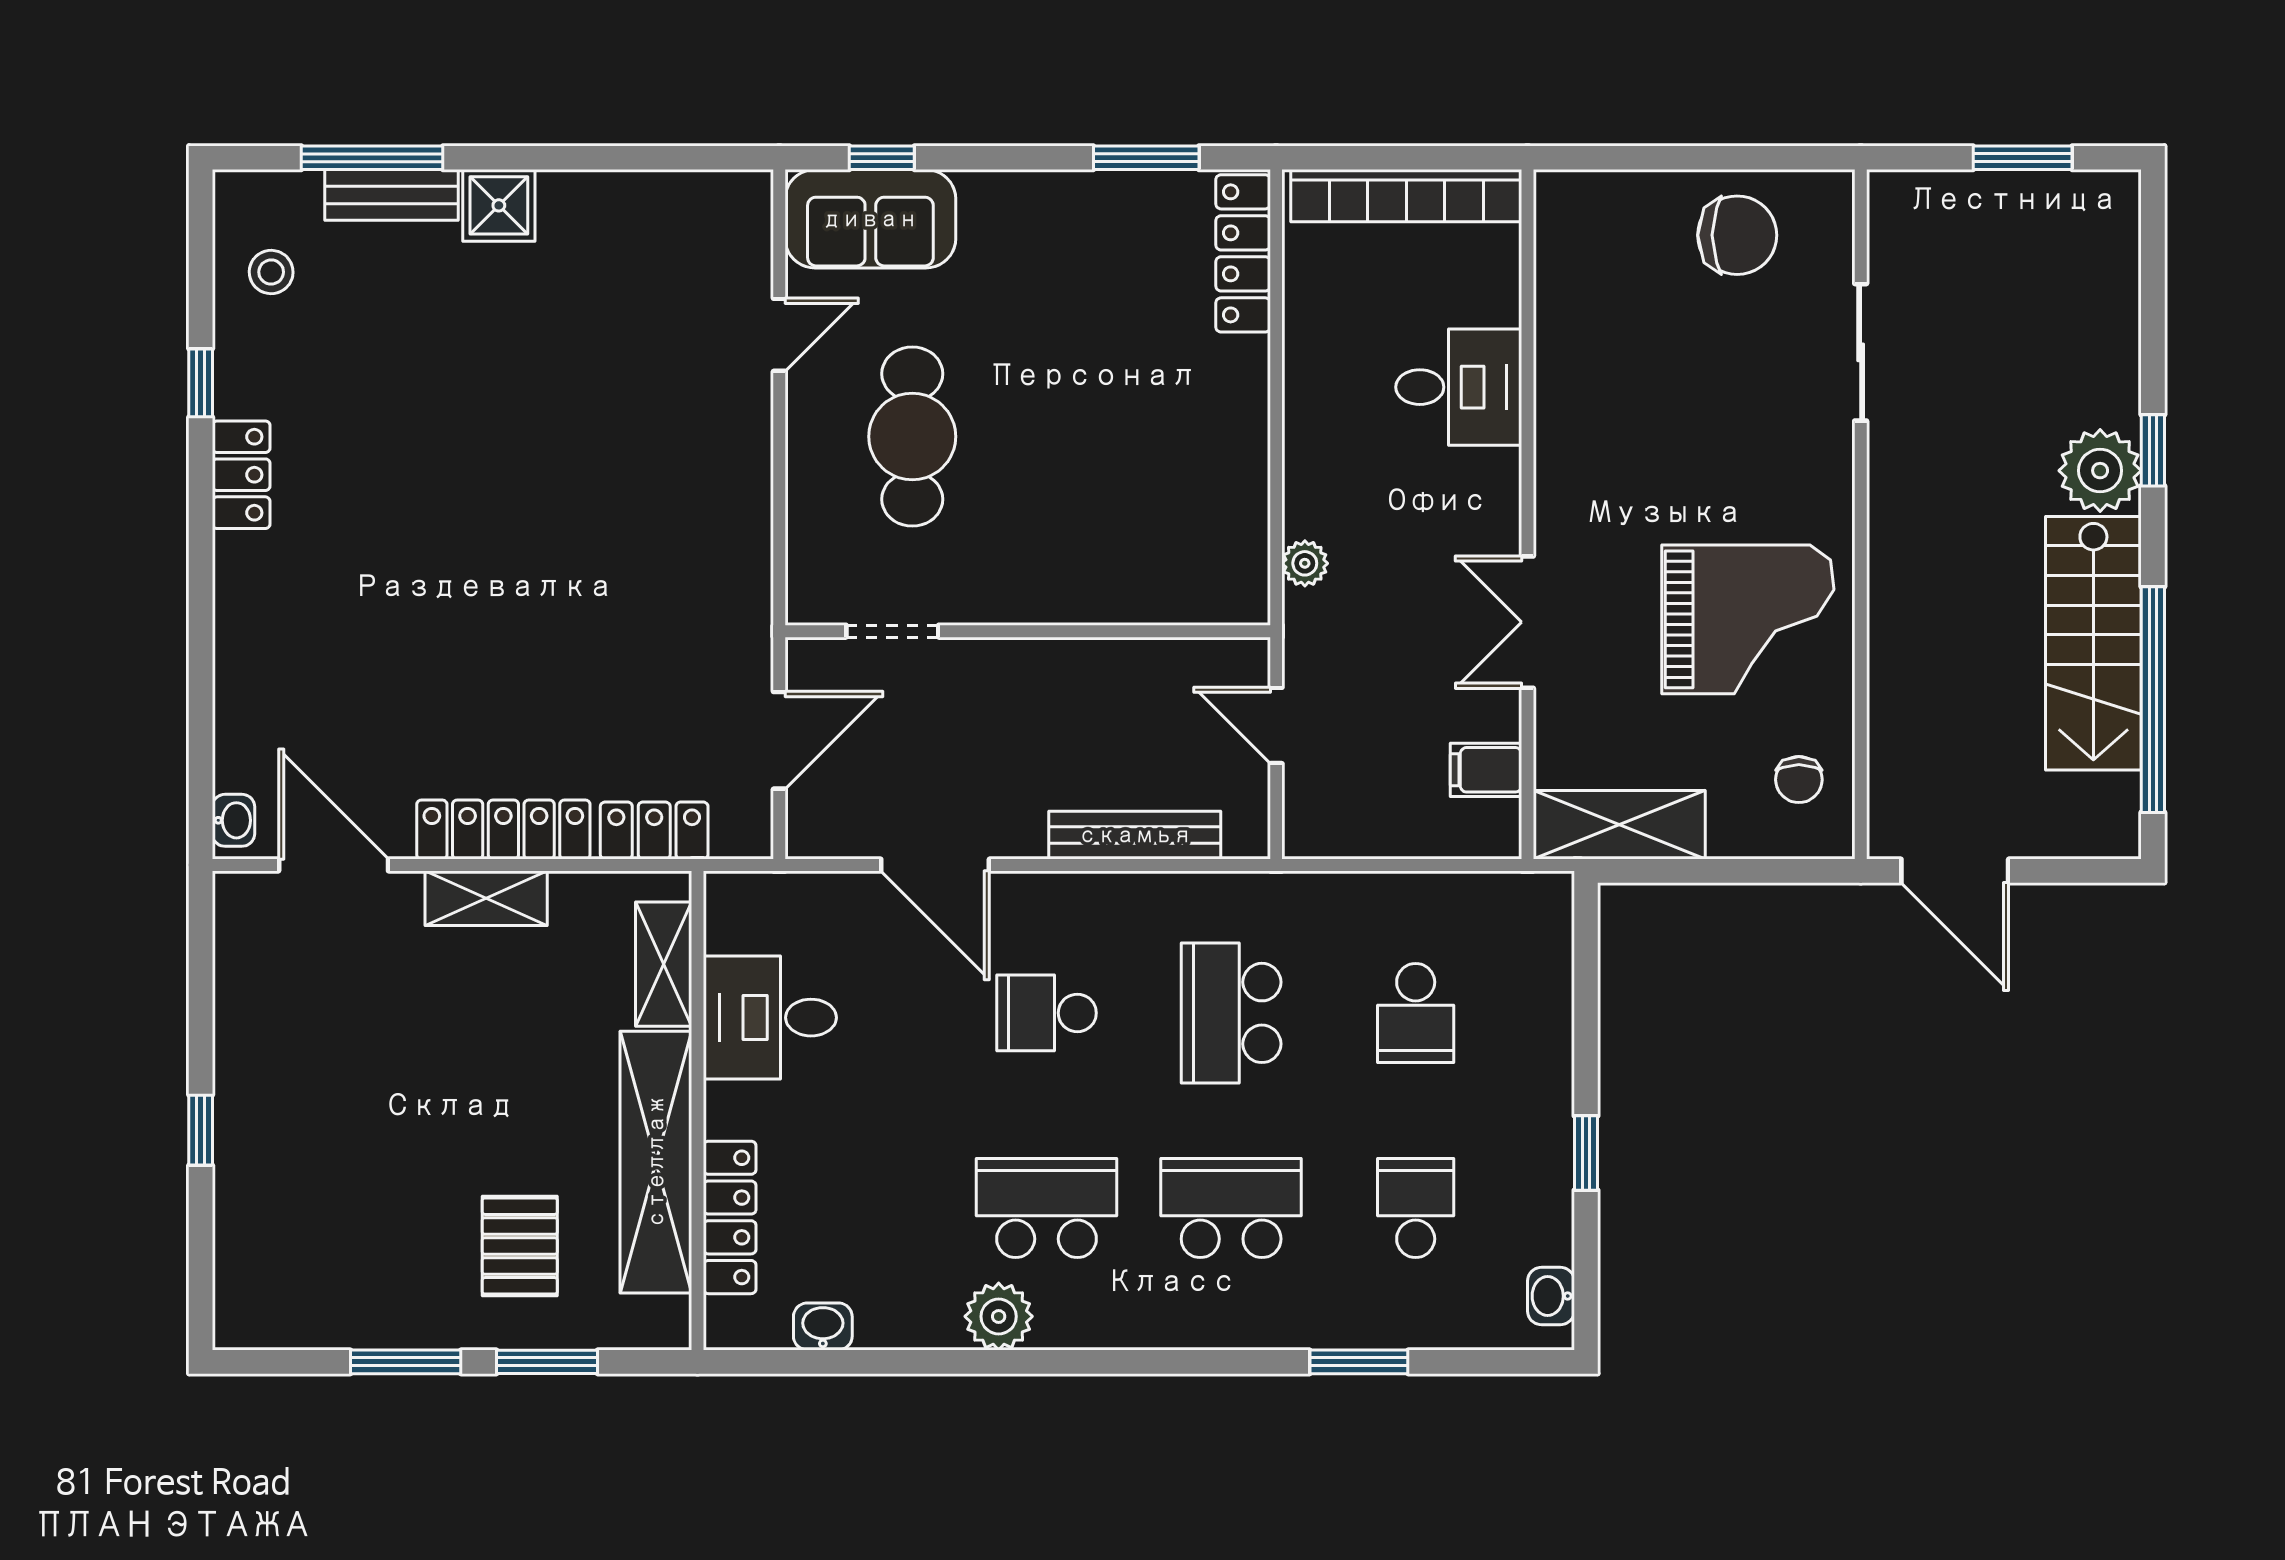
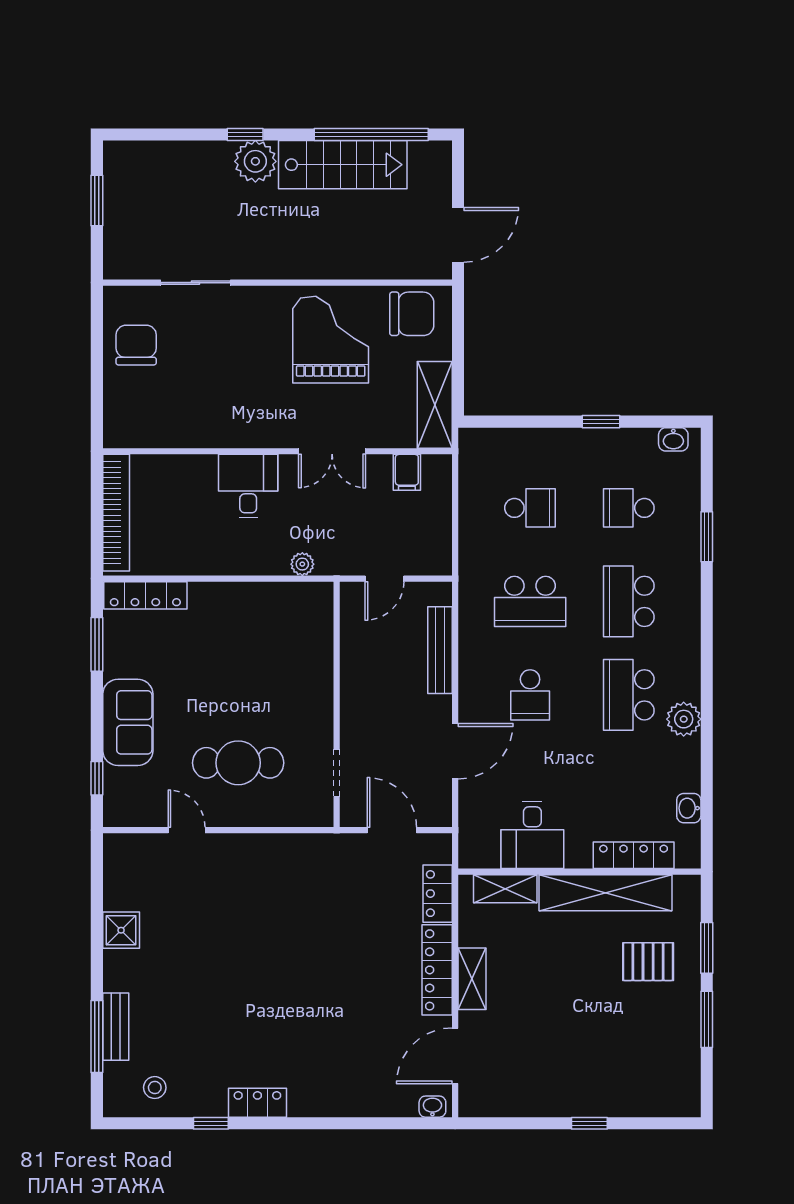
shower: (499, 205) -> (121, 930), moved
sofa: (870, 219) -> (128, 722), moved
desk: (1459, 387) -> (248, 486), moved
chair: (1799, 780) -> (412, 314), width x1.87, depth x1.87

